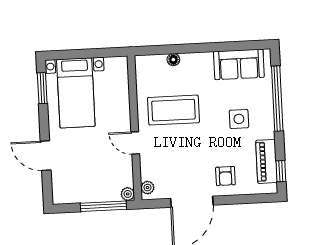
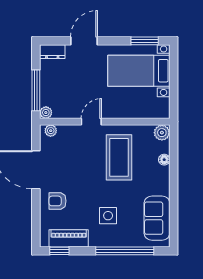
plant: (143, 64) -> (162, 133), added
dresser: (59, 190) -> (52, 52), added

